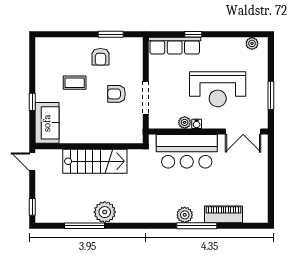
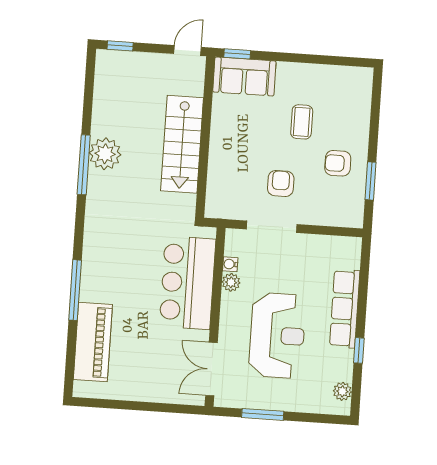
window: (193, 34) -> (359, 350), moved
row of seats: (175, 46) -> (345, 309), moved
reception desk: (218, 89) -> (277, 335), turned 180
window: (32, 102) -> (237, 54), moved
water cooler: (197, 124) -> (230, 264), moved
piano: (224, 214) -> (93, 342), width x1.37, depth x1.33
plant: (185, 215) -> (93, 273), removed
window: (85, 226) -> (84, 165), moved

